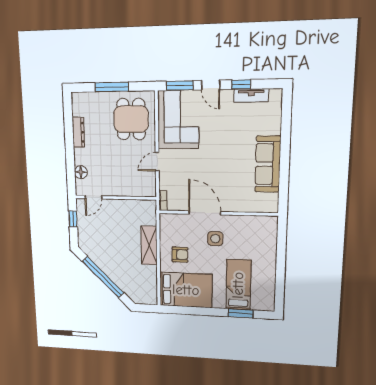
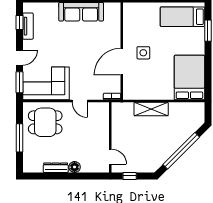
window: (241, 84) -> (19, 23), moved
floor lamp: (81, 172) -> (75, 167), moved
armchair: (180, 255) -> (158, 82), removed
bed: (238, 285) -> (182, 17), moved

